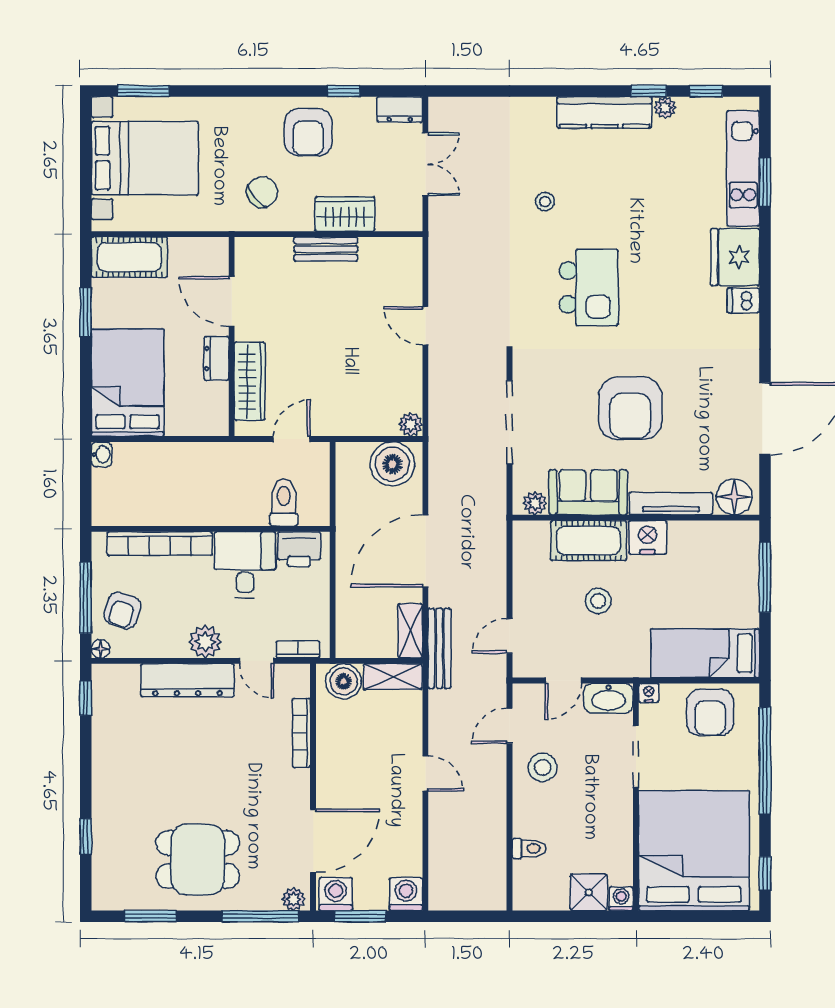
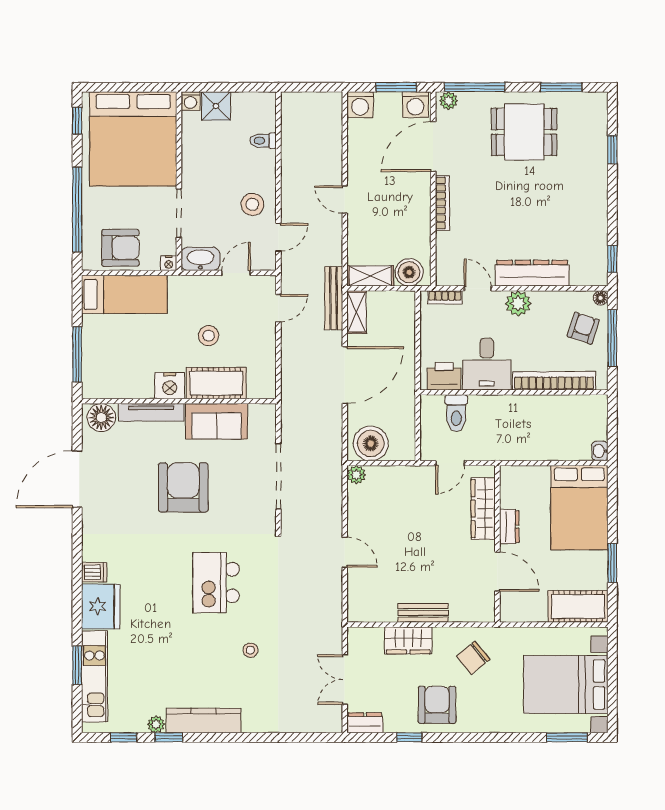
plant: (535, 503) -> (258, 413), removed
armchair: (710, 712) -> (120, 248), turned 90
bookcase: (301, 733) -> (442, 203), moved

